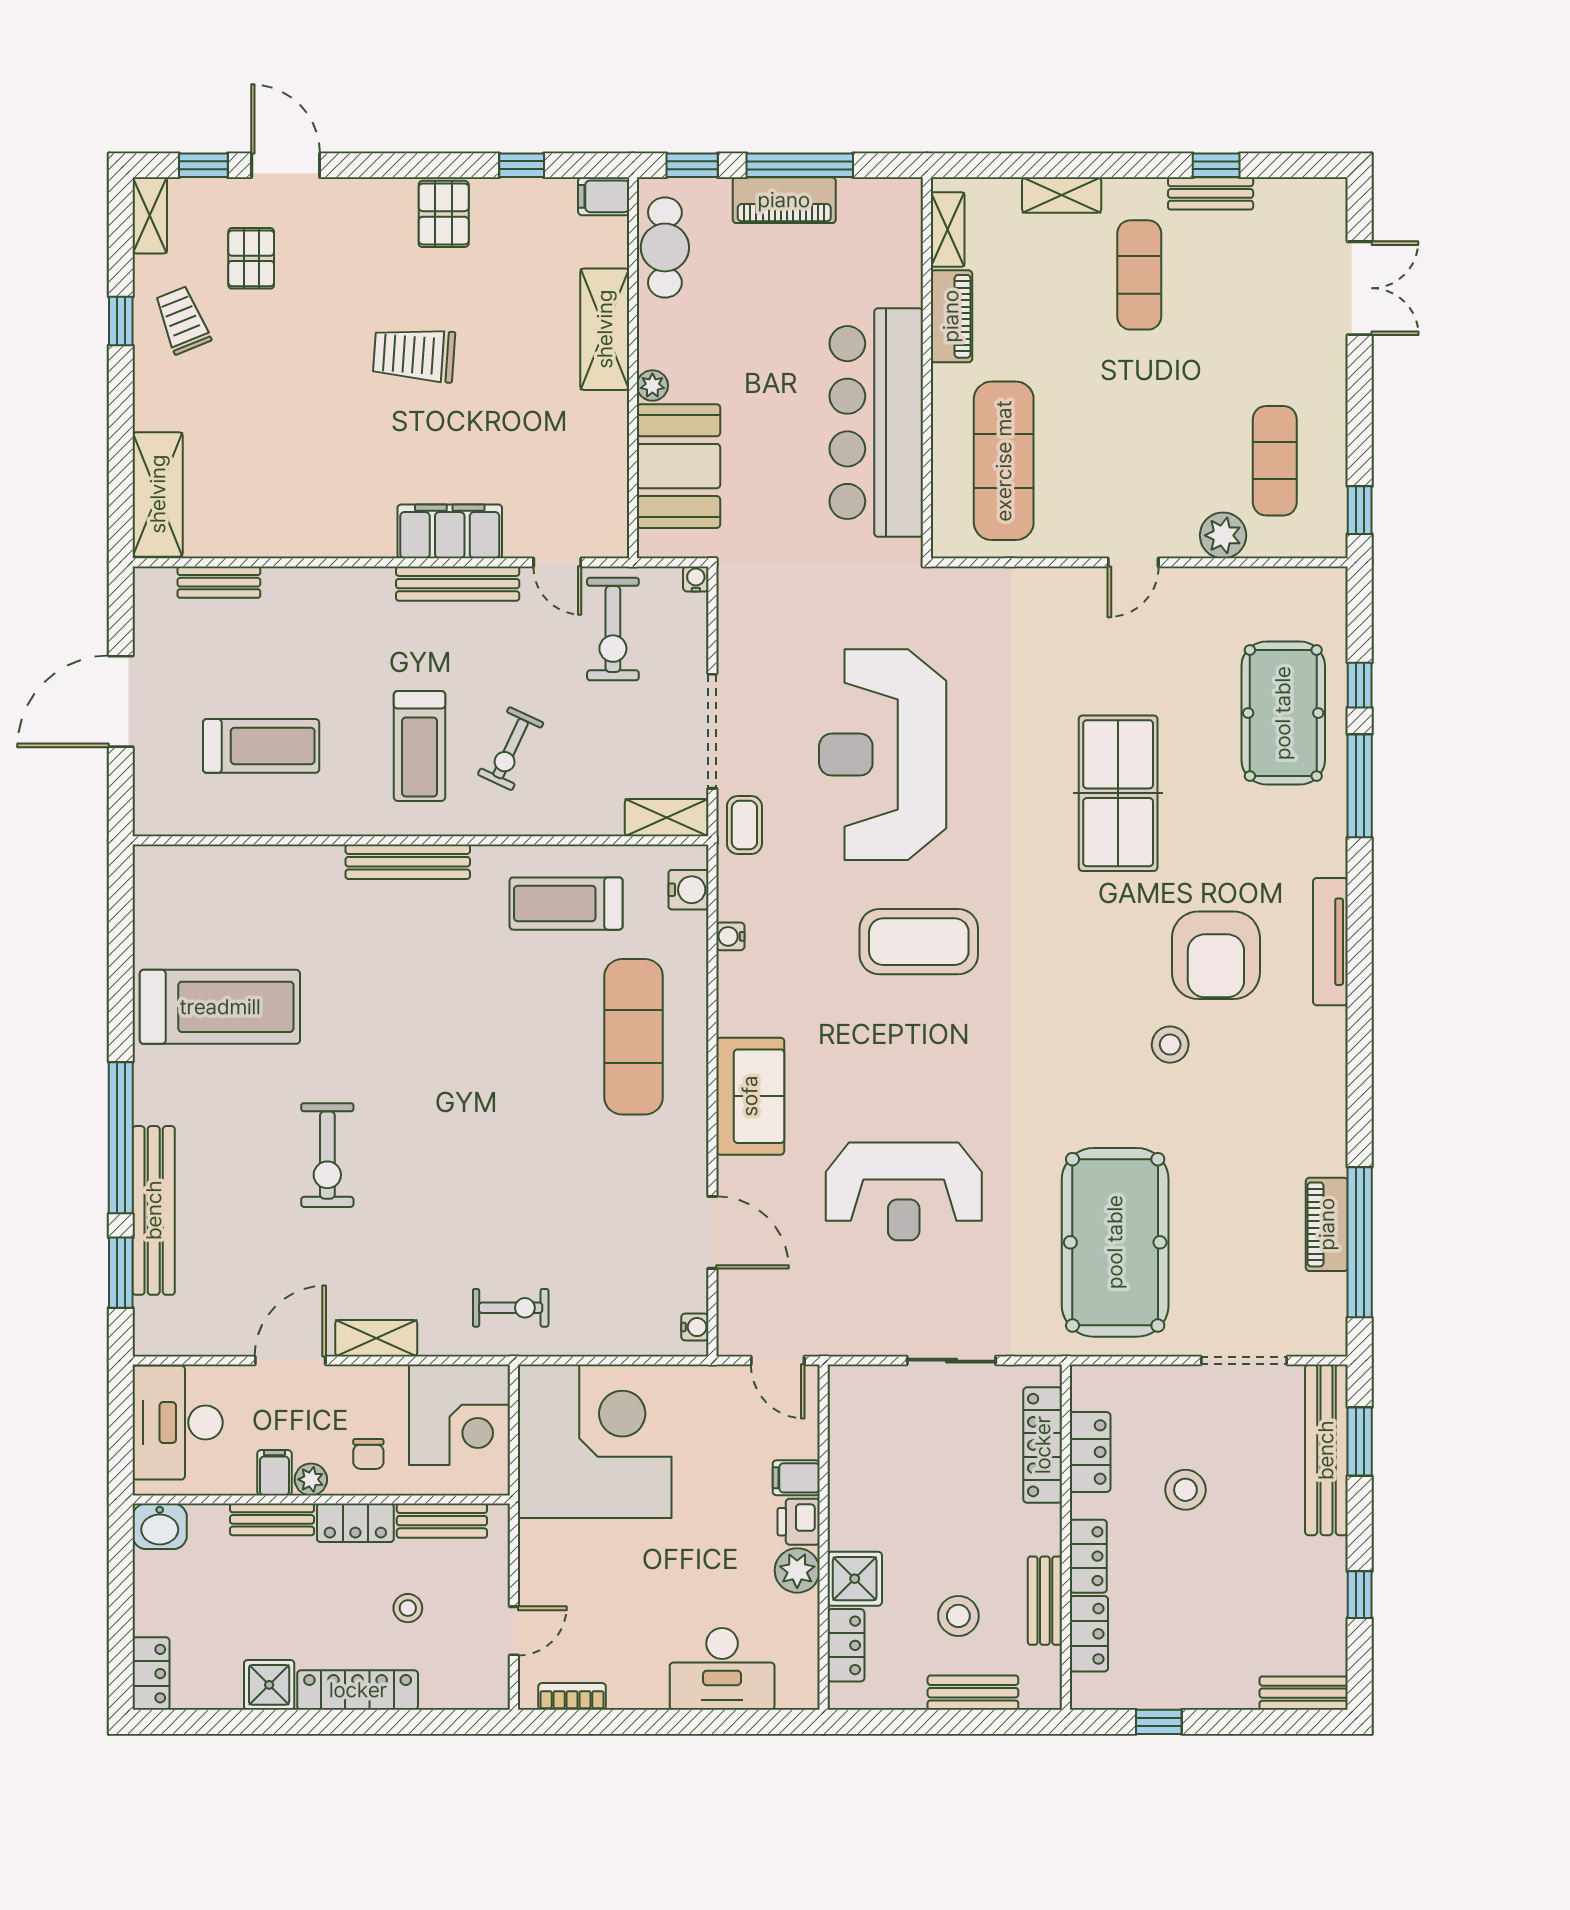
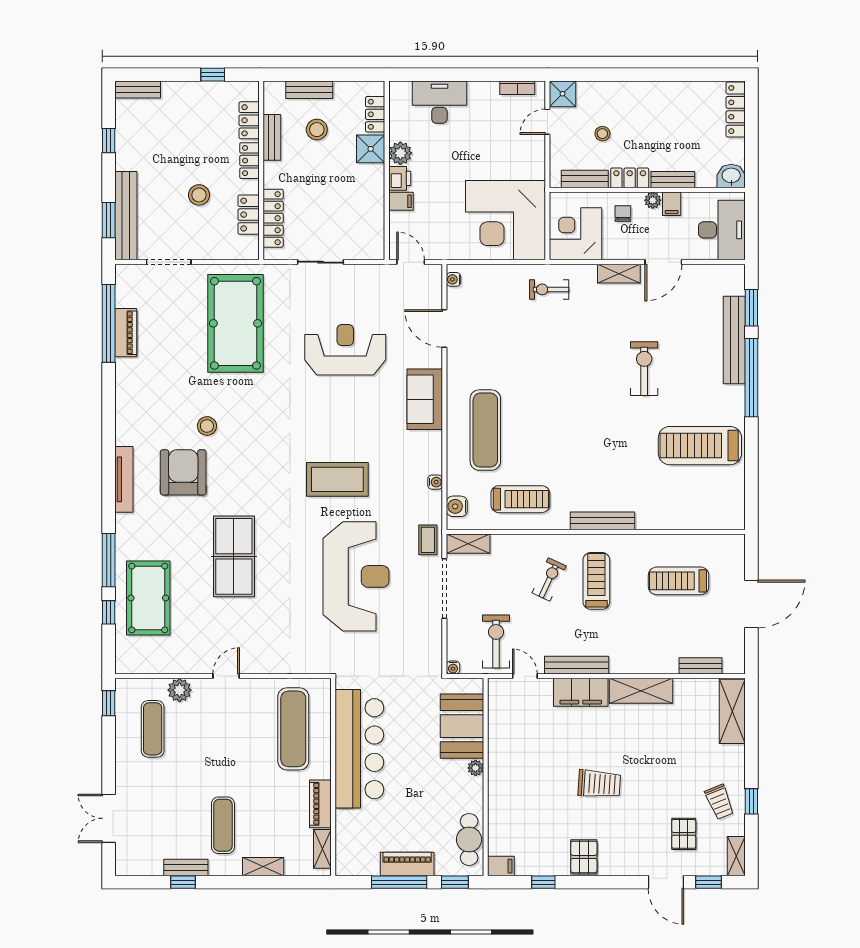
shelving: (605, 329) -> (641, 691), moved, turned 90
locker: (151, 1674) -> (736, 110), width x1.53
shower: (269, 1685) -> (562, 94), moved
locker: (358, 1690) -> (629, 91), removed

